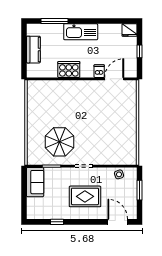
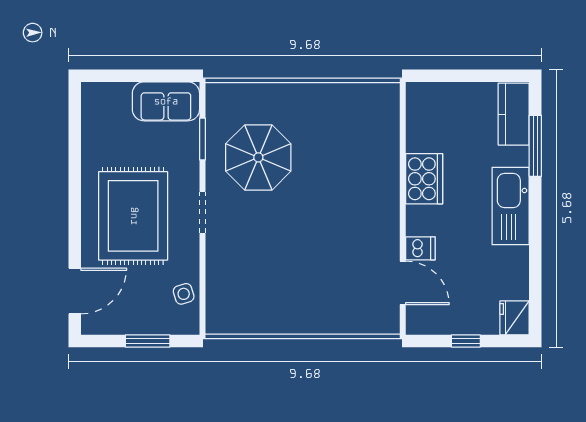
kitchen counter: (33, 50) -> (514, 114), moved, turned 90
rug: (85, 196) -> (133, 216), width x1.37, depth x1.44
window: (57, 222) -> (75, 152), removed

